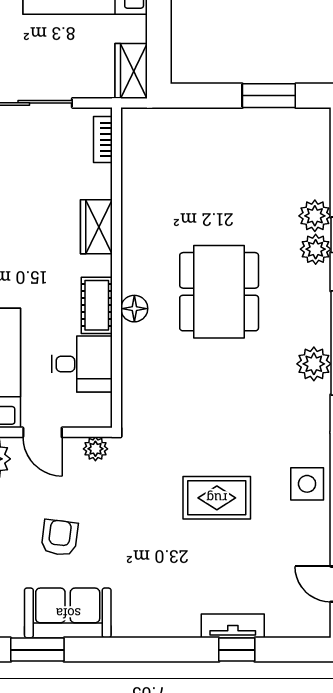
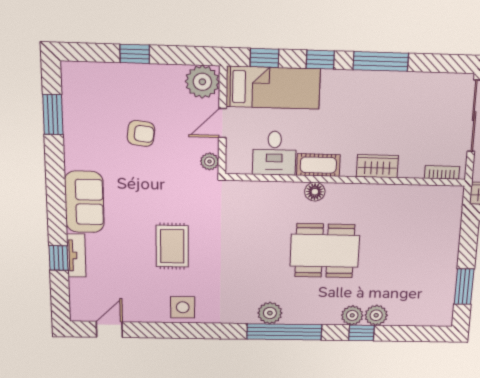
sofa: (68, 613) -> (84, 202), moved

